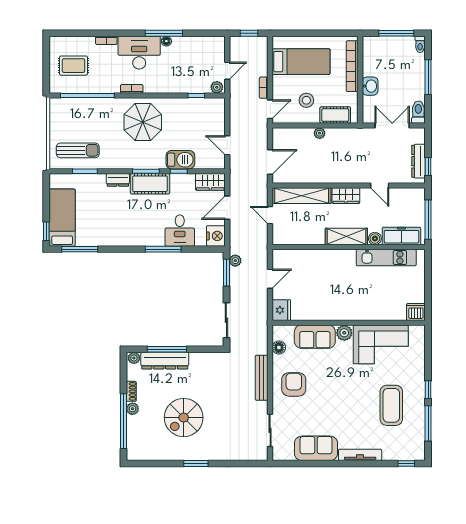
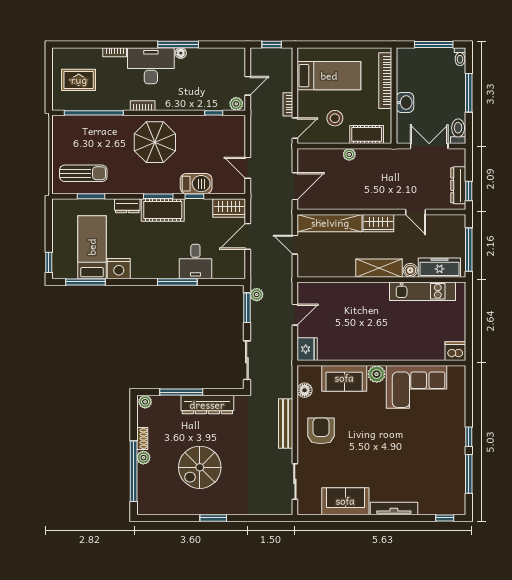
bed: (62, 218) -> (92, 247), moved
nightstand: (216, 236) -> (119, 269), moved, turned 90
dresser: (165, 361) -> (207, 405), moved
coffee table: (391, 405) -> (428, 454), removed

